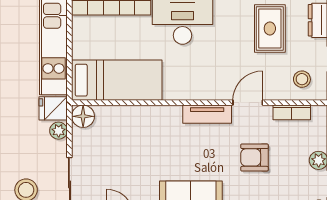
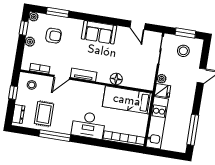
floor lamp: (83, 116) -> (116, 79), moved
armchair: (254, 157) -> (54, 36), moved

